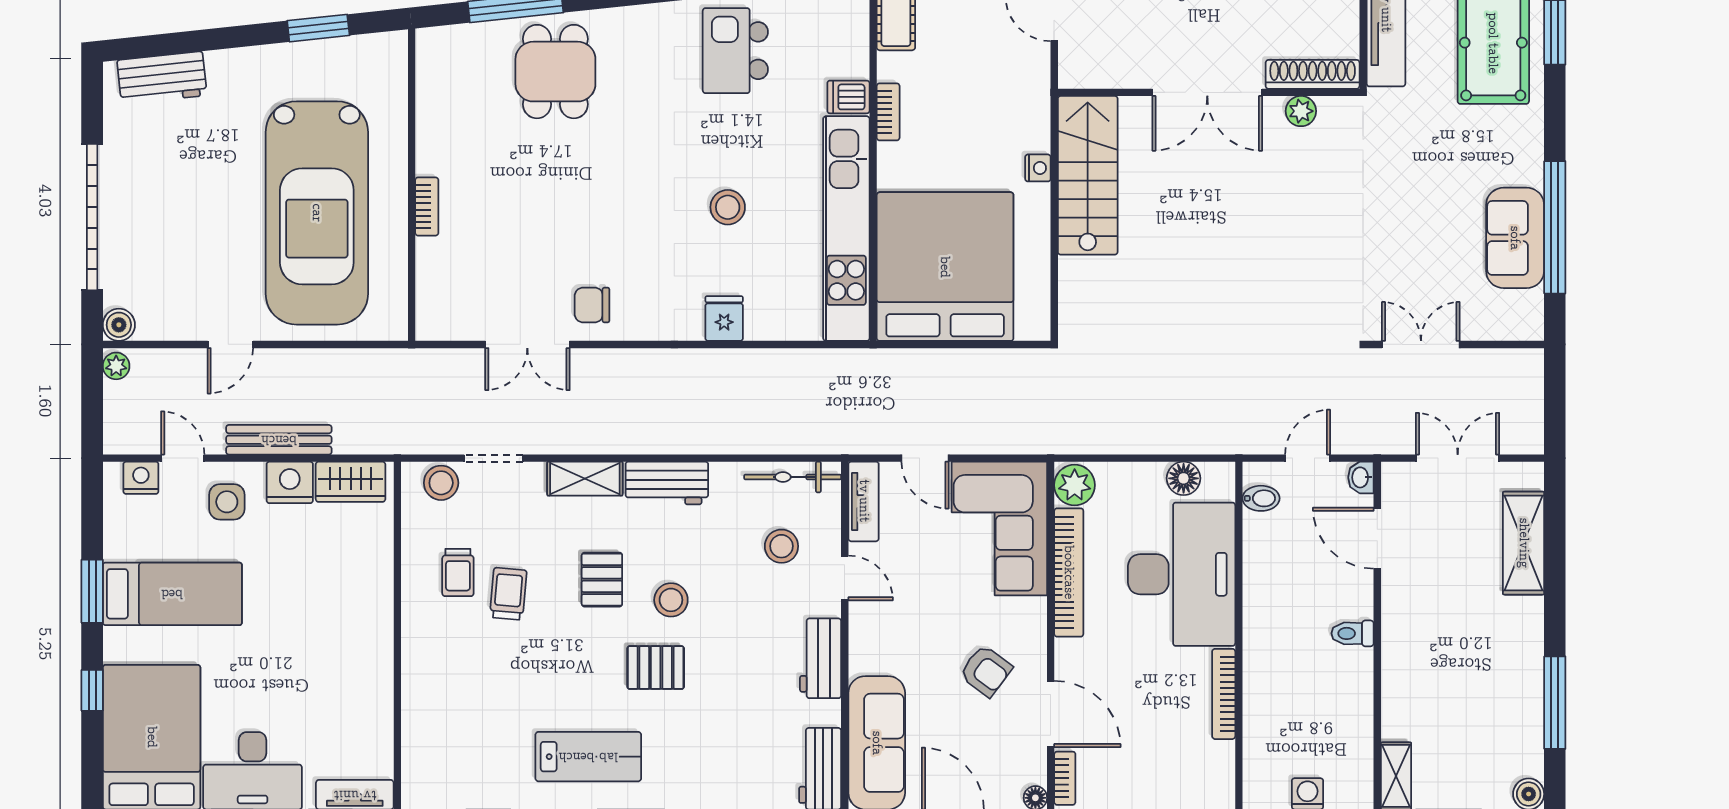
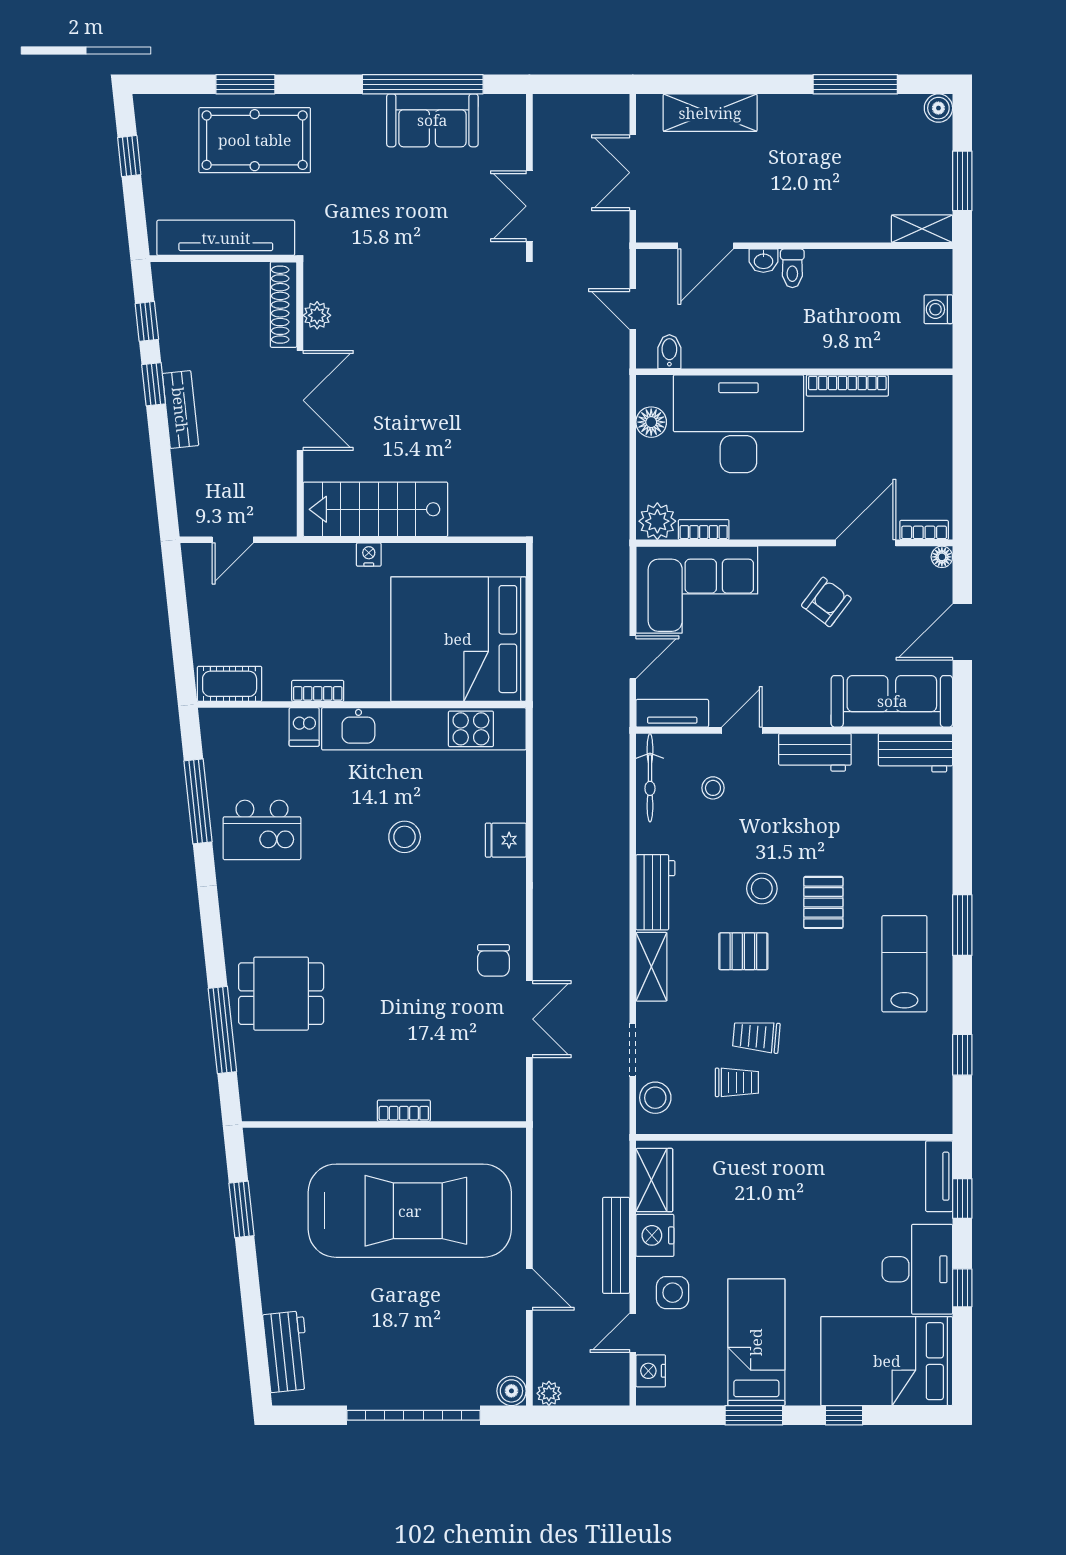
washbasin: (1361, 477) -> (763, 261), moved
stool: (781, 546) -> (713, 788), width x0.73, depth x0.73
bookcase: (1069, 572) -> (704, 530), width x0.43, depth x0.76

